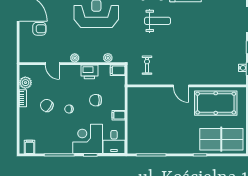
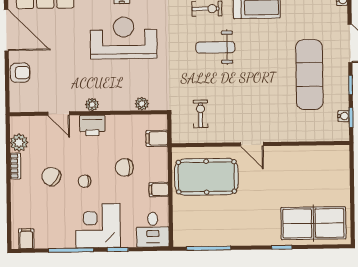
weight bench: (158, 21) -> (215, 47), turned 180
armchair: (39, 29) -> (20, 73), moved
exercise mat: (220, 40) -> (309, 75), added
filing cabinet: (118, 70) -> (157, 138), moved
printer: (89, 72) -> (92, 125), moved
pool table: (216, 103) -> (206, 177), moved
corner desk: (88, 139) -> (98, 226), moved

